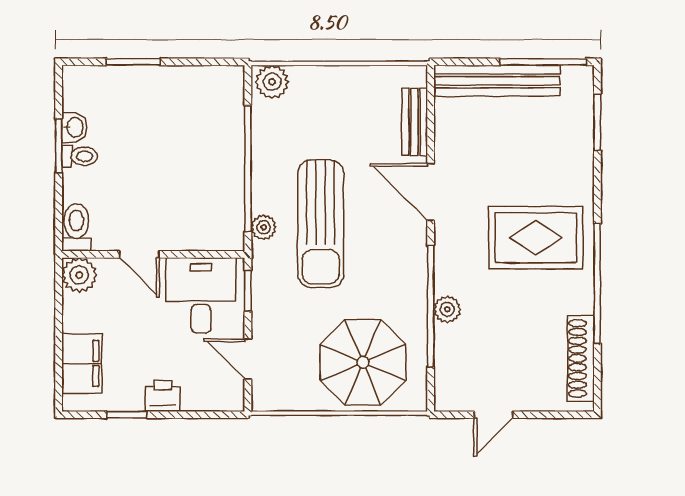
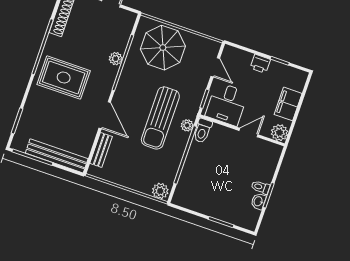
sun lounger: (321, 224) -> (160, 118), turned 180
toilet: (76, 227) -> (203, 131), moved
door: (139, 254) -> (249, 133), hinge flipped
filing cabinet: (82, 363) -> (288, 104), moved

